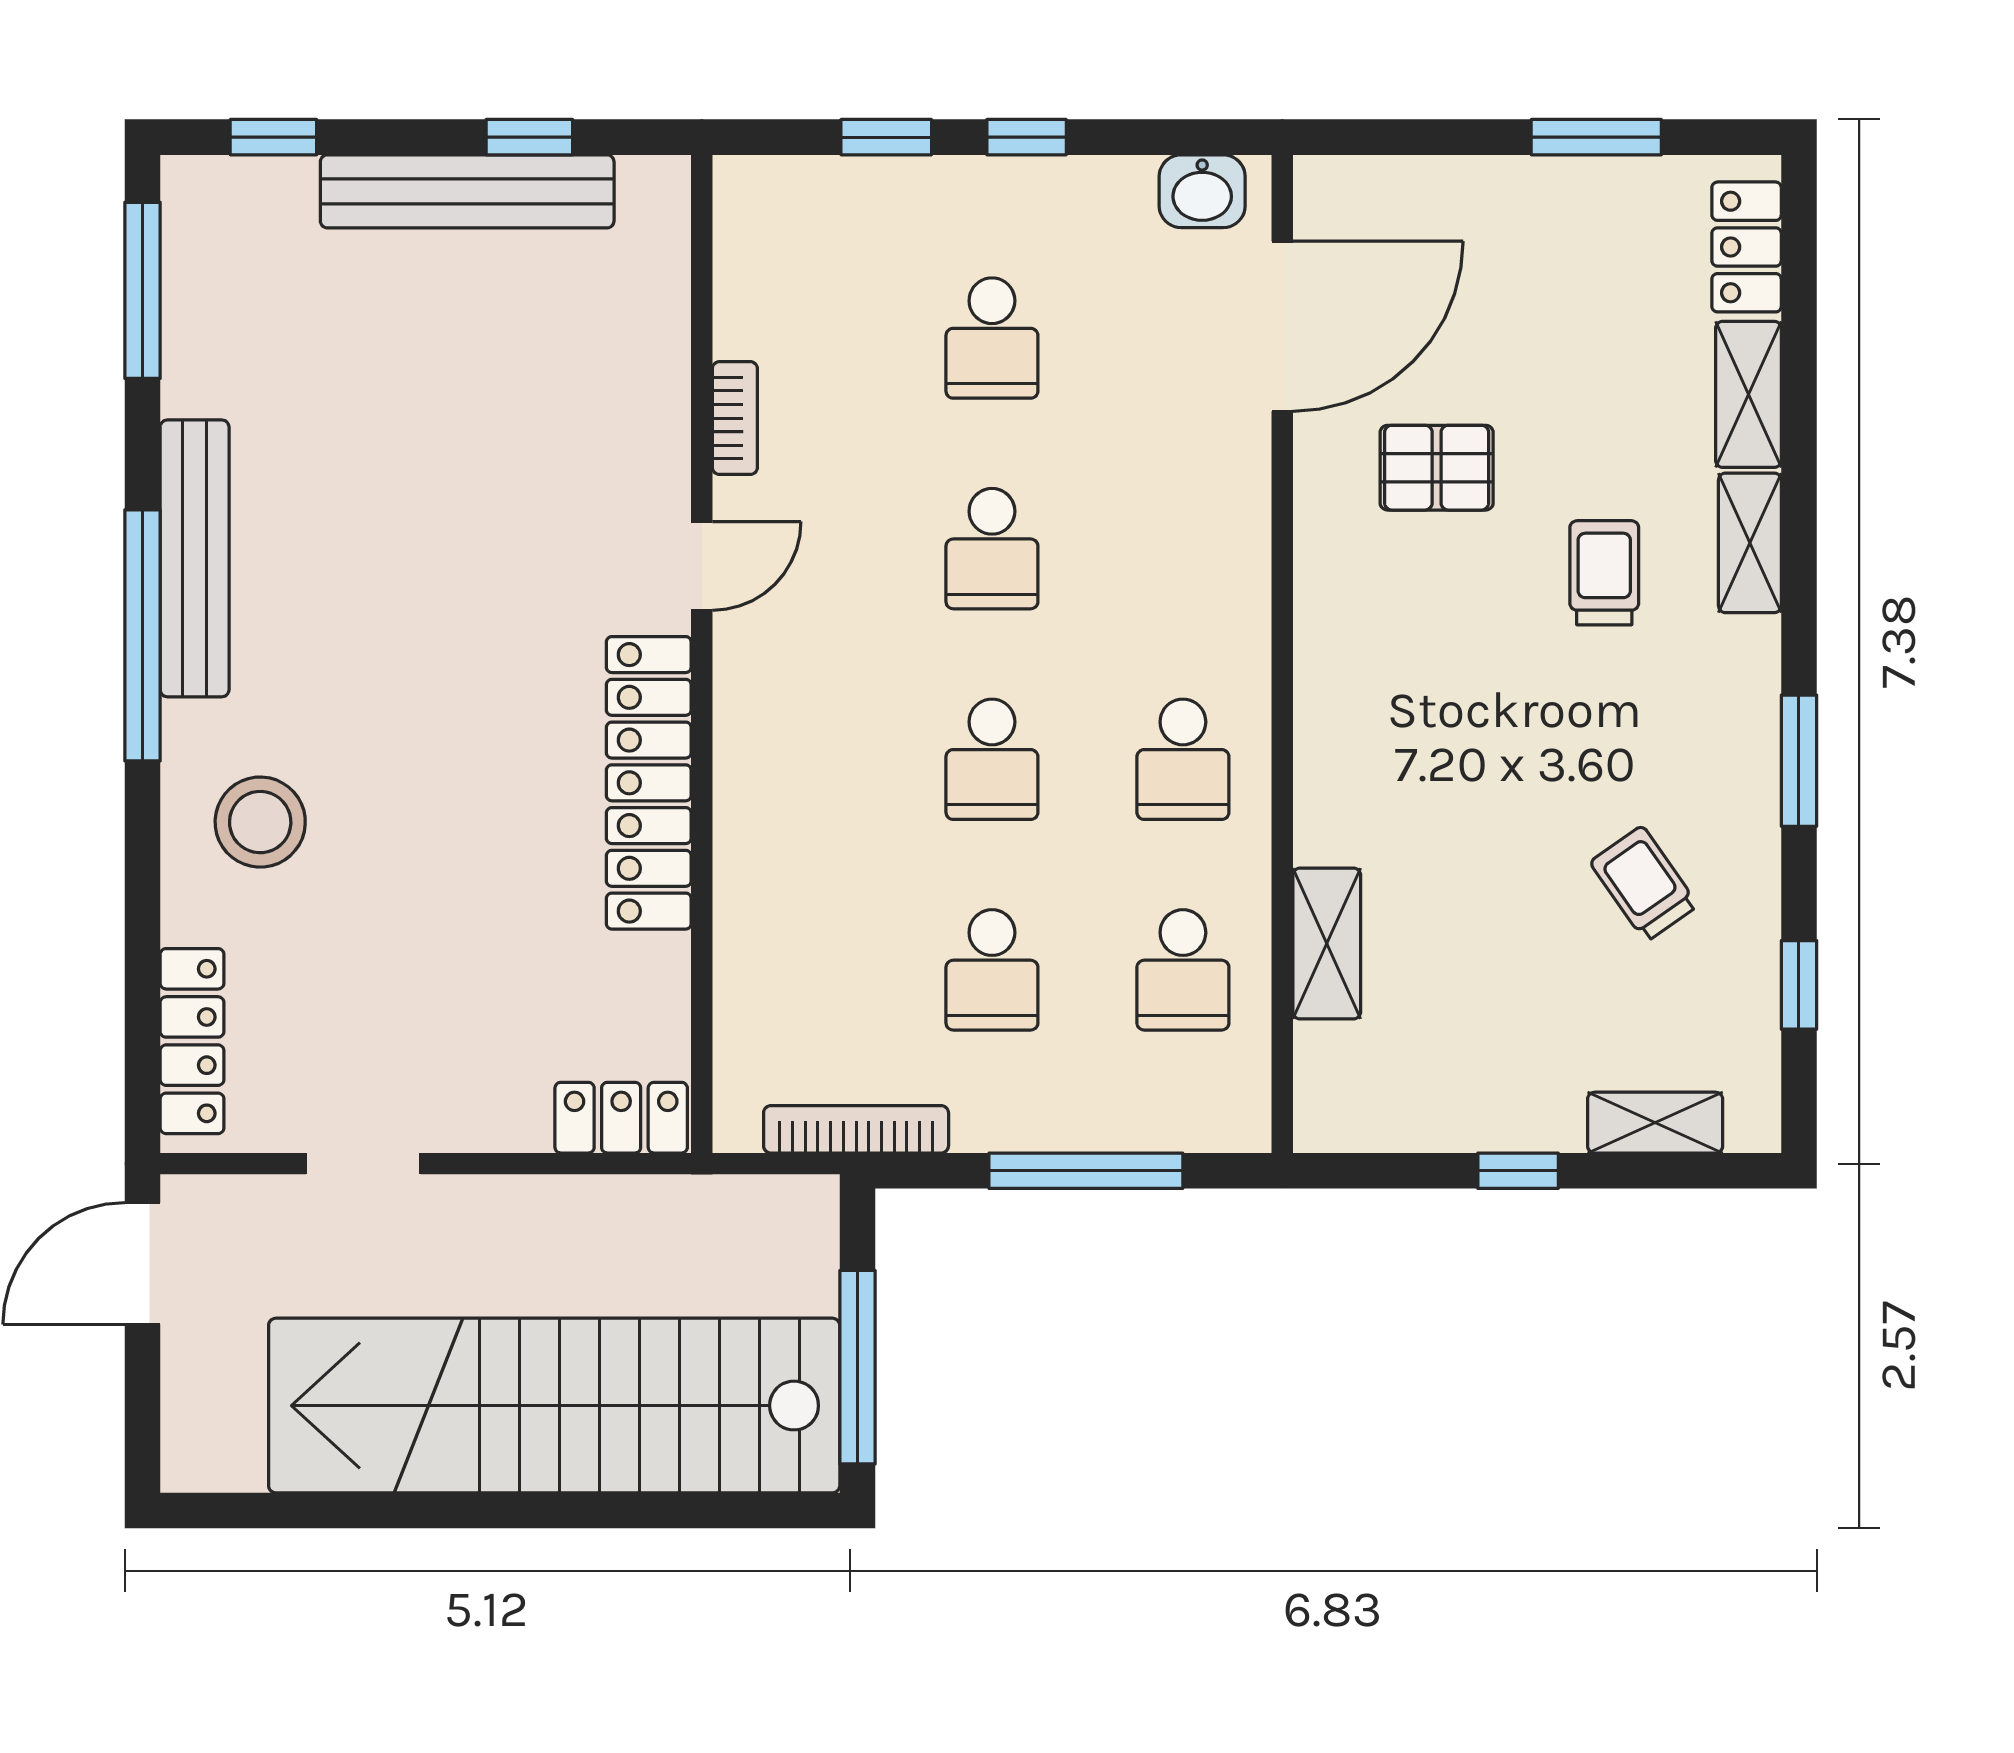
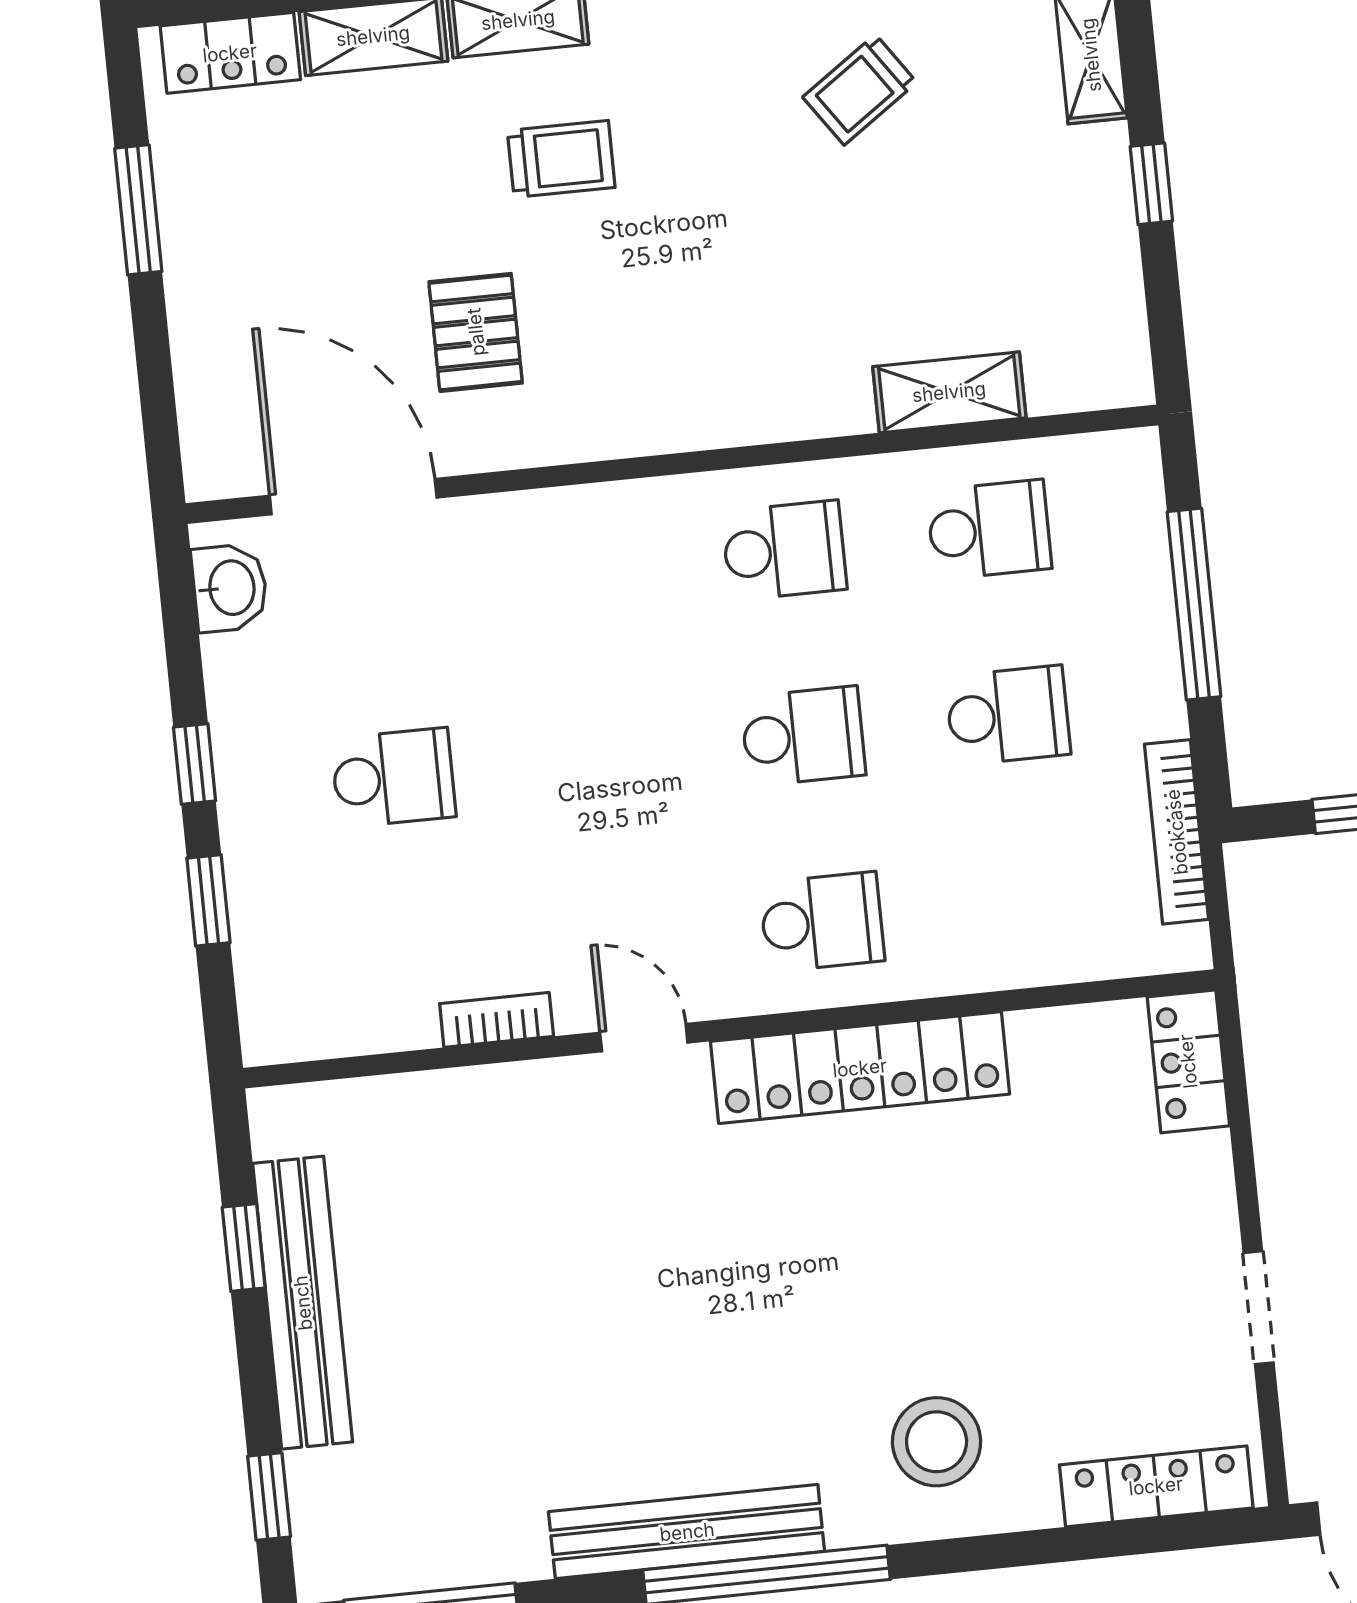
school desk: (992, 549) -> (822, 922), moved
trolley: (1604, 573) -> (561, 159), turned 180

